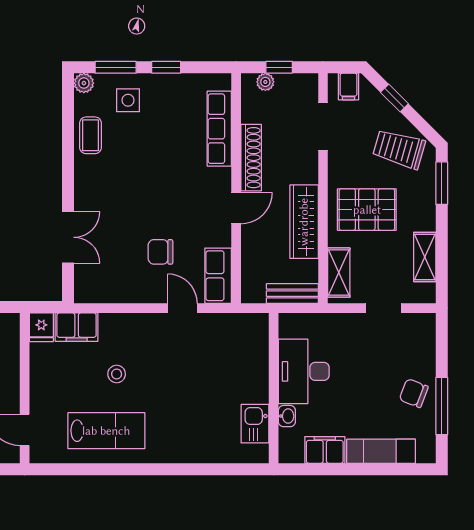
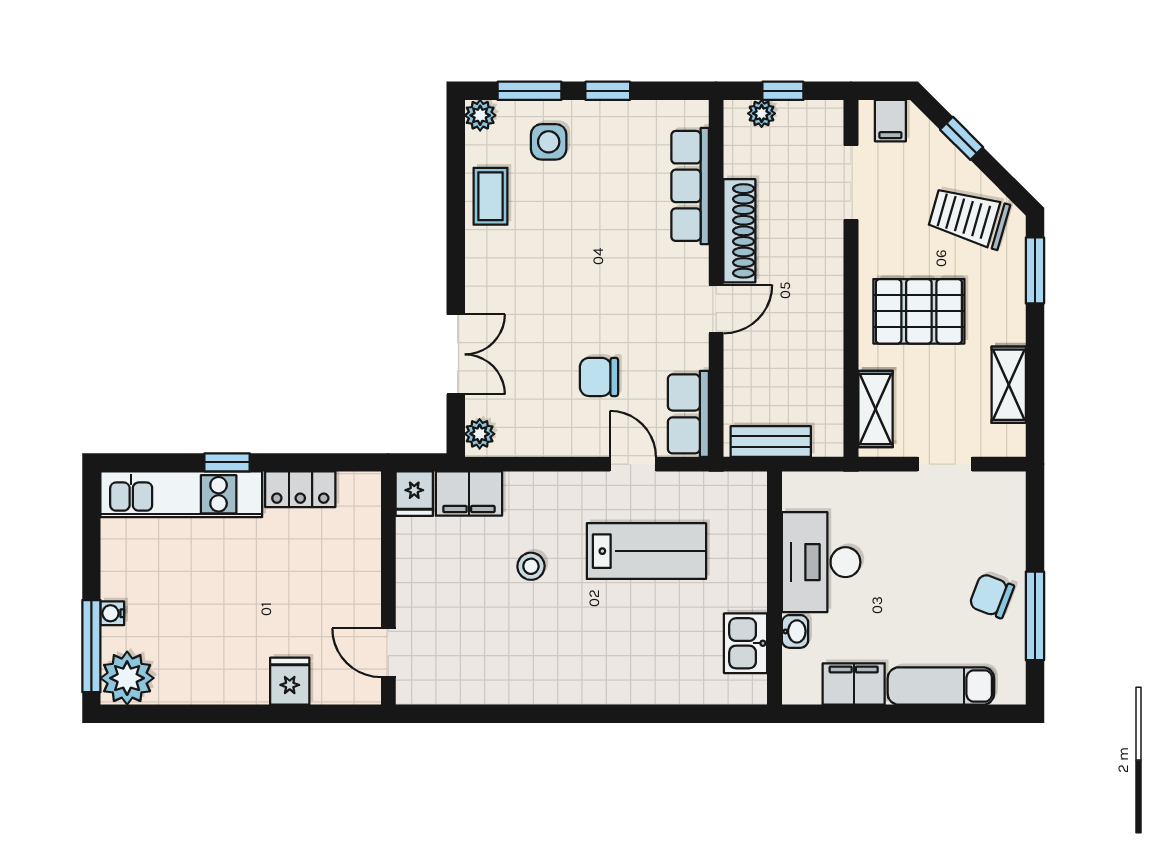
wardrobe: (304, 222) -> (822, 330), removed
plant: (83, 289) -> (480, 434), added
bench: (292, 294) -> (771, 442), moved
lab bench: (106, 431) -> (646, 551), moved

